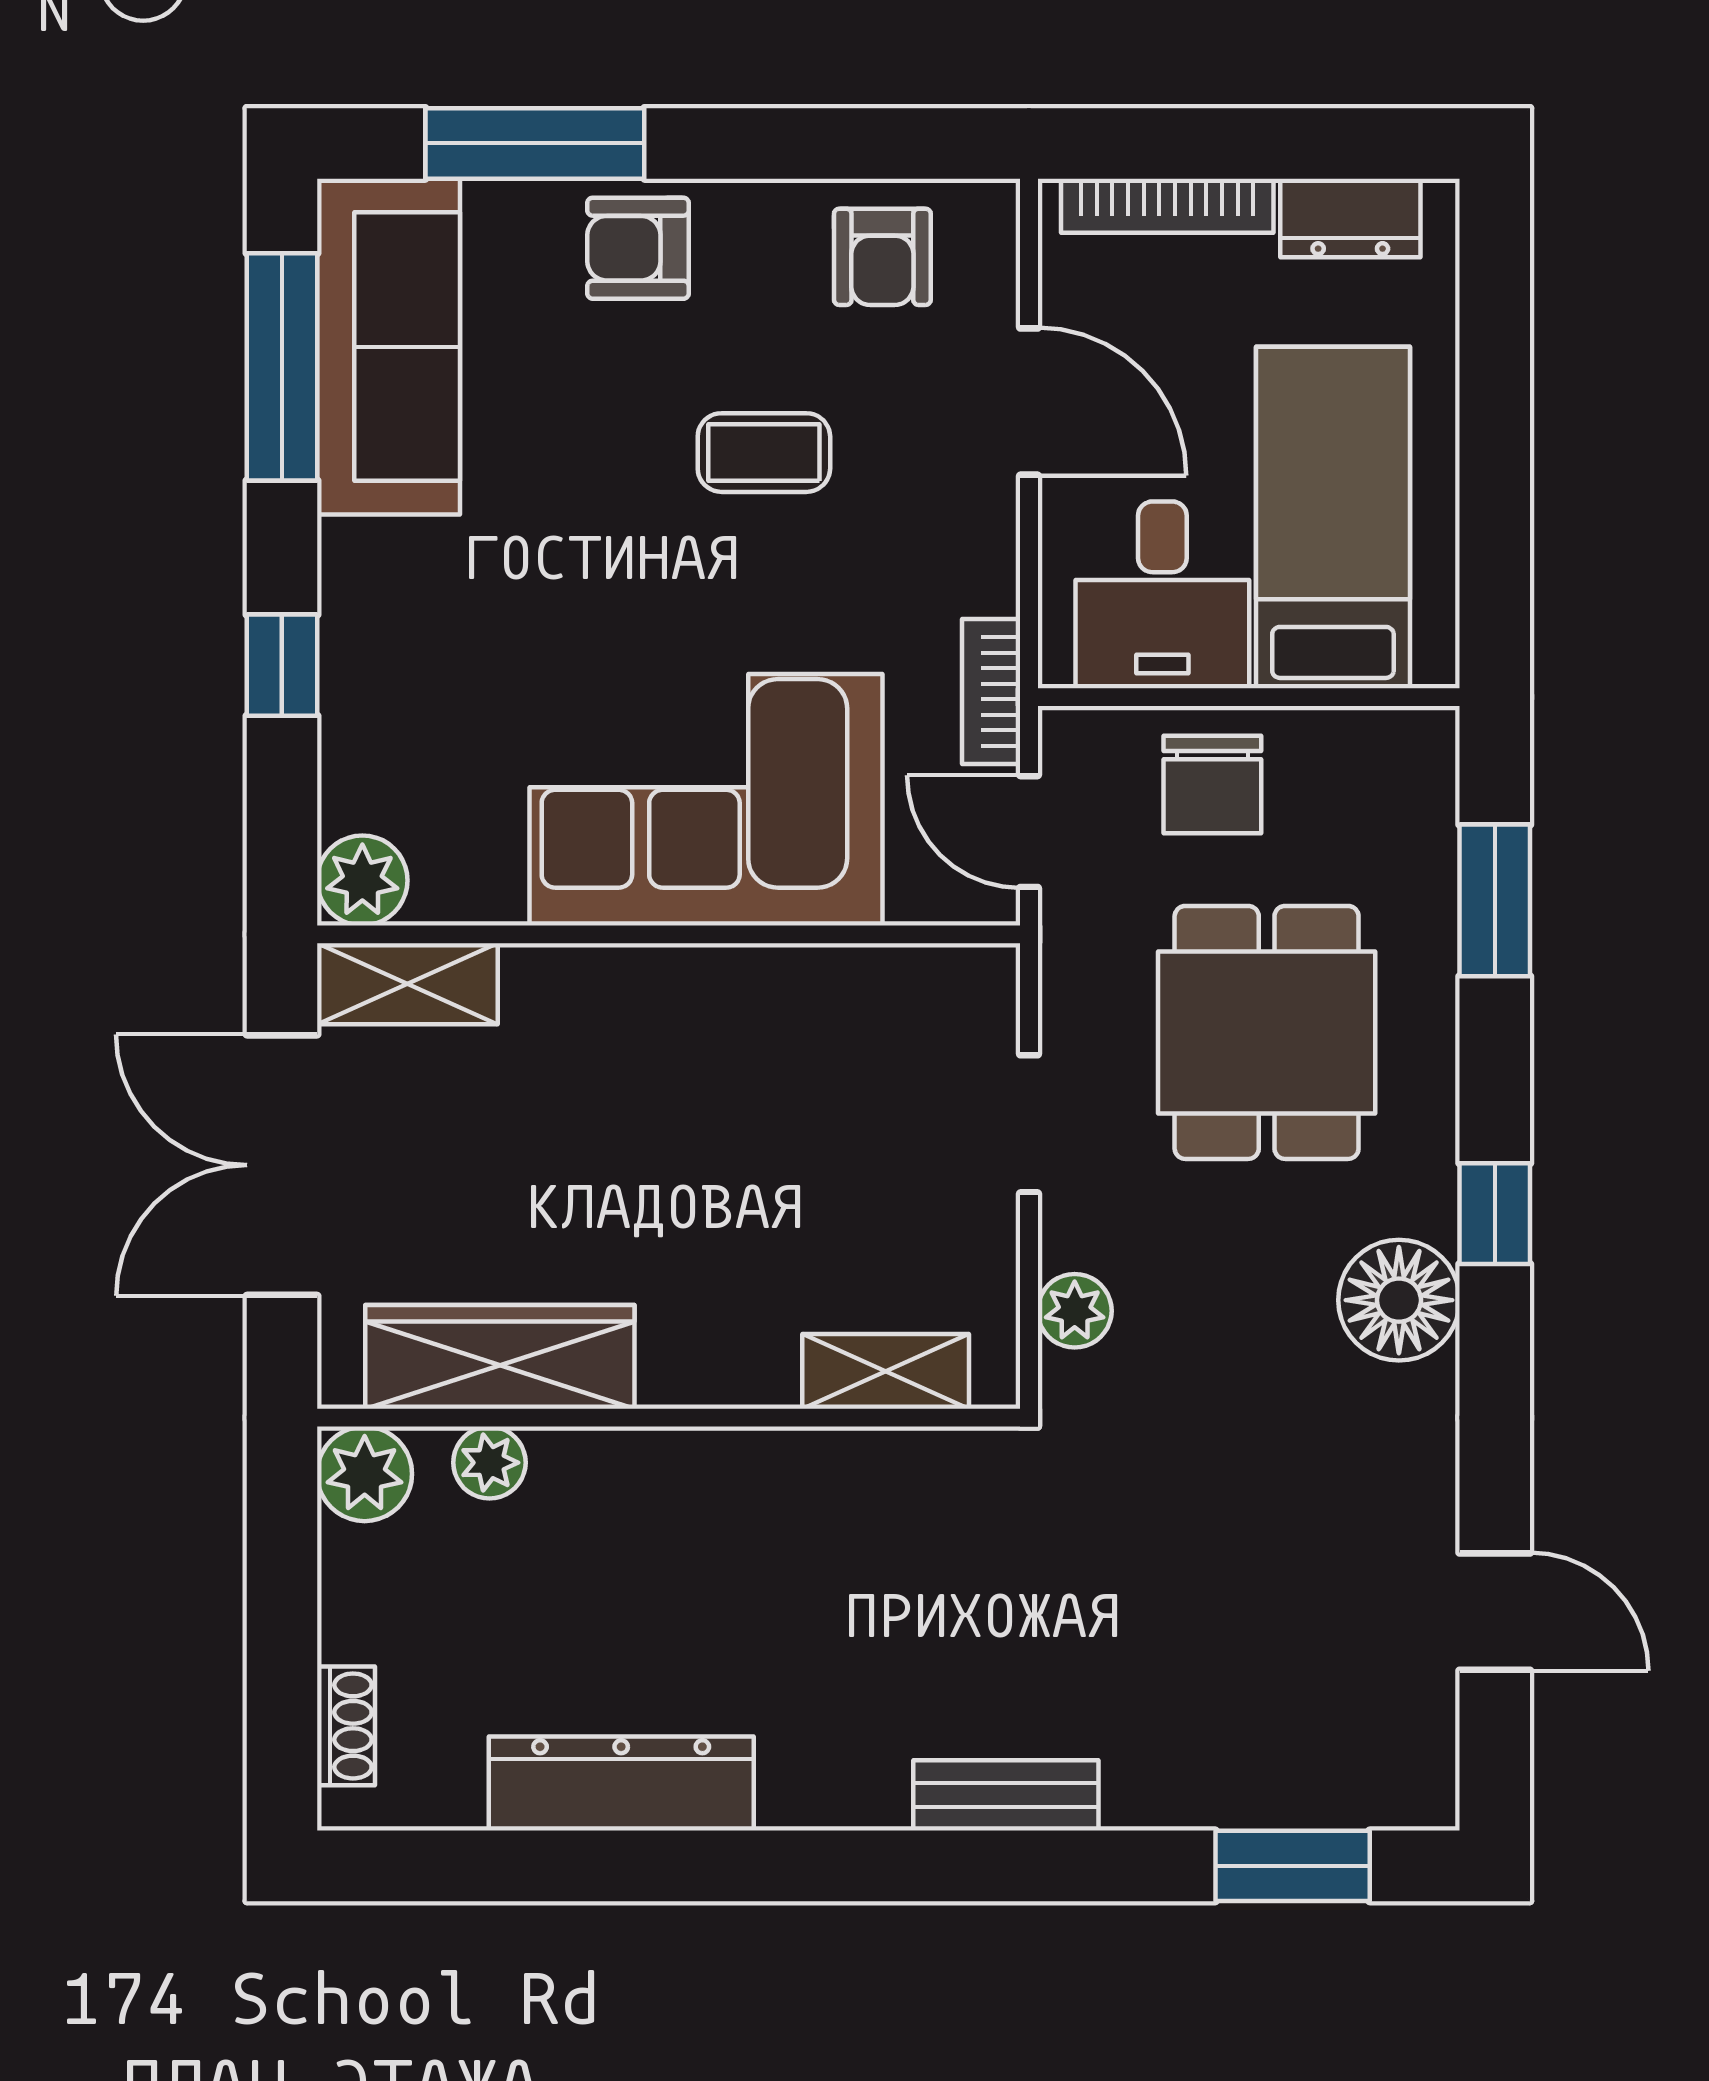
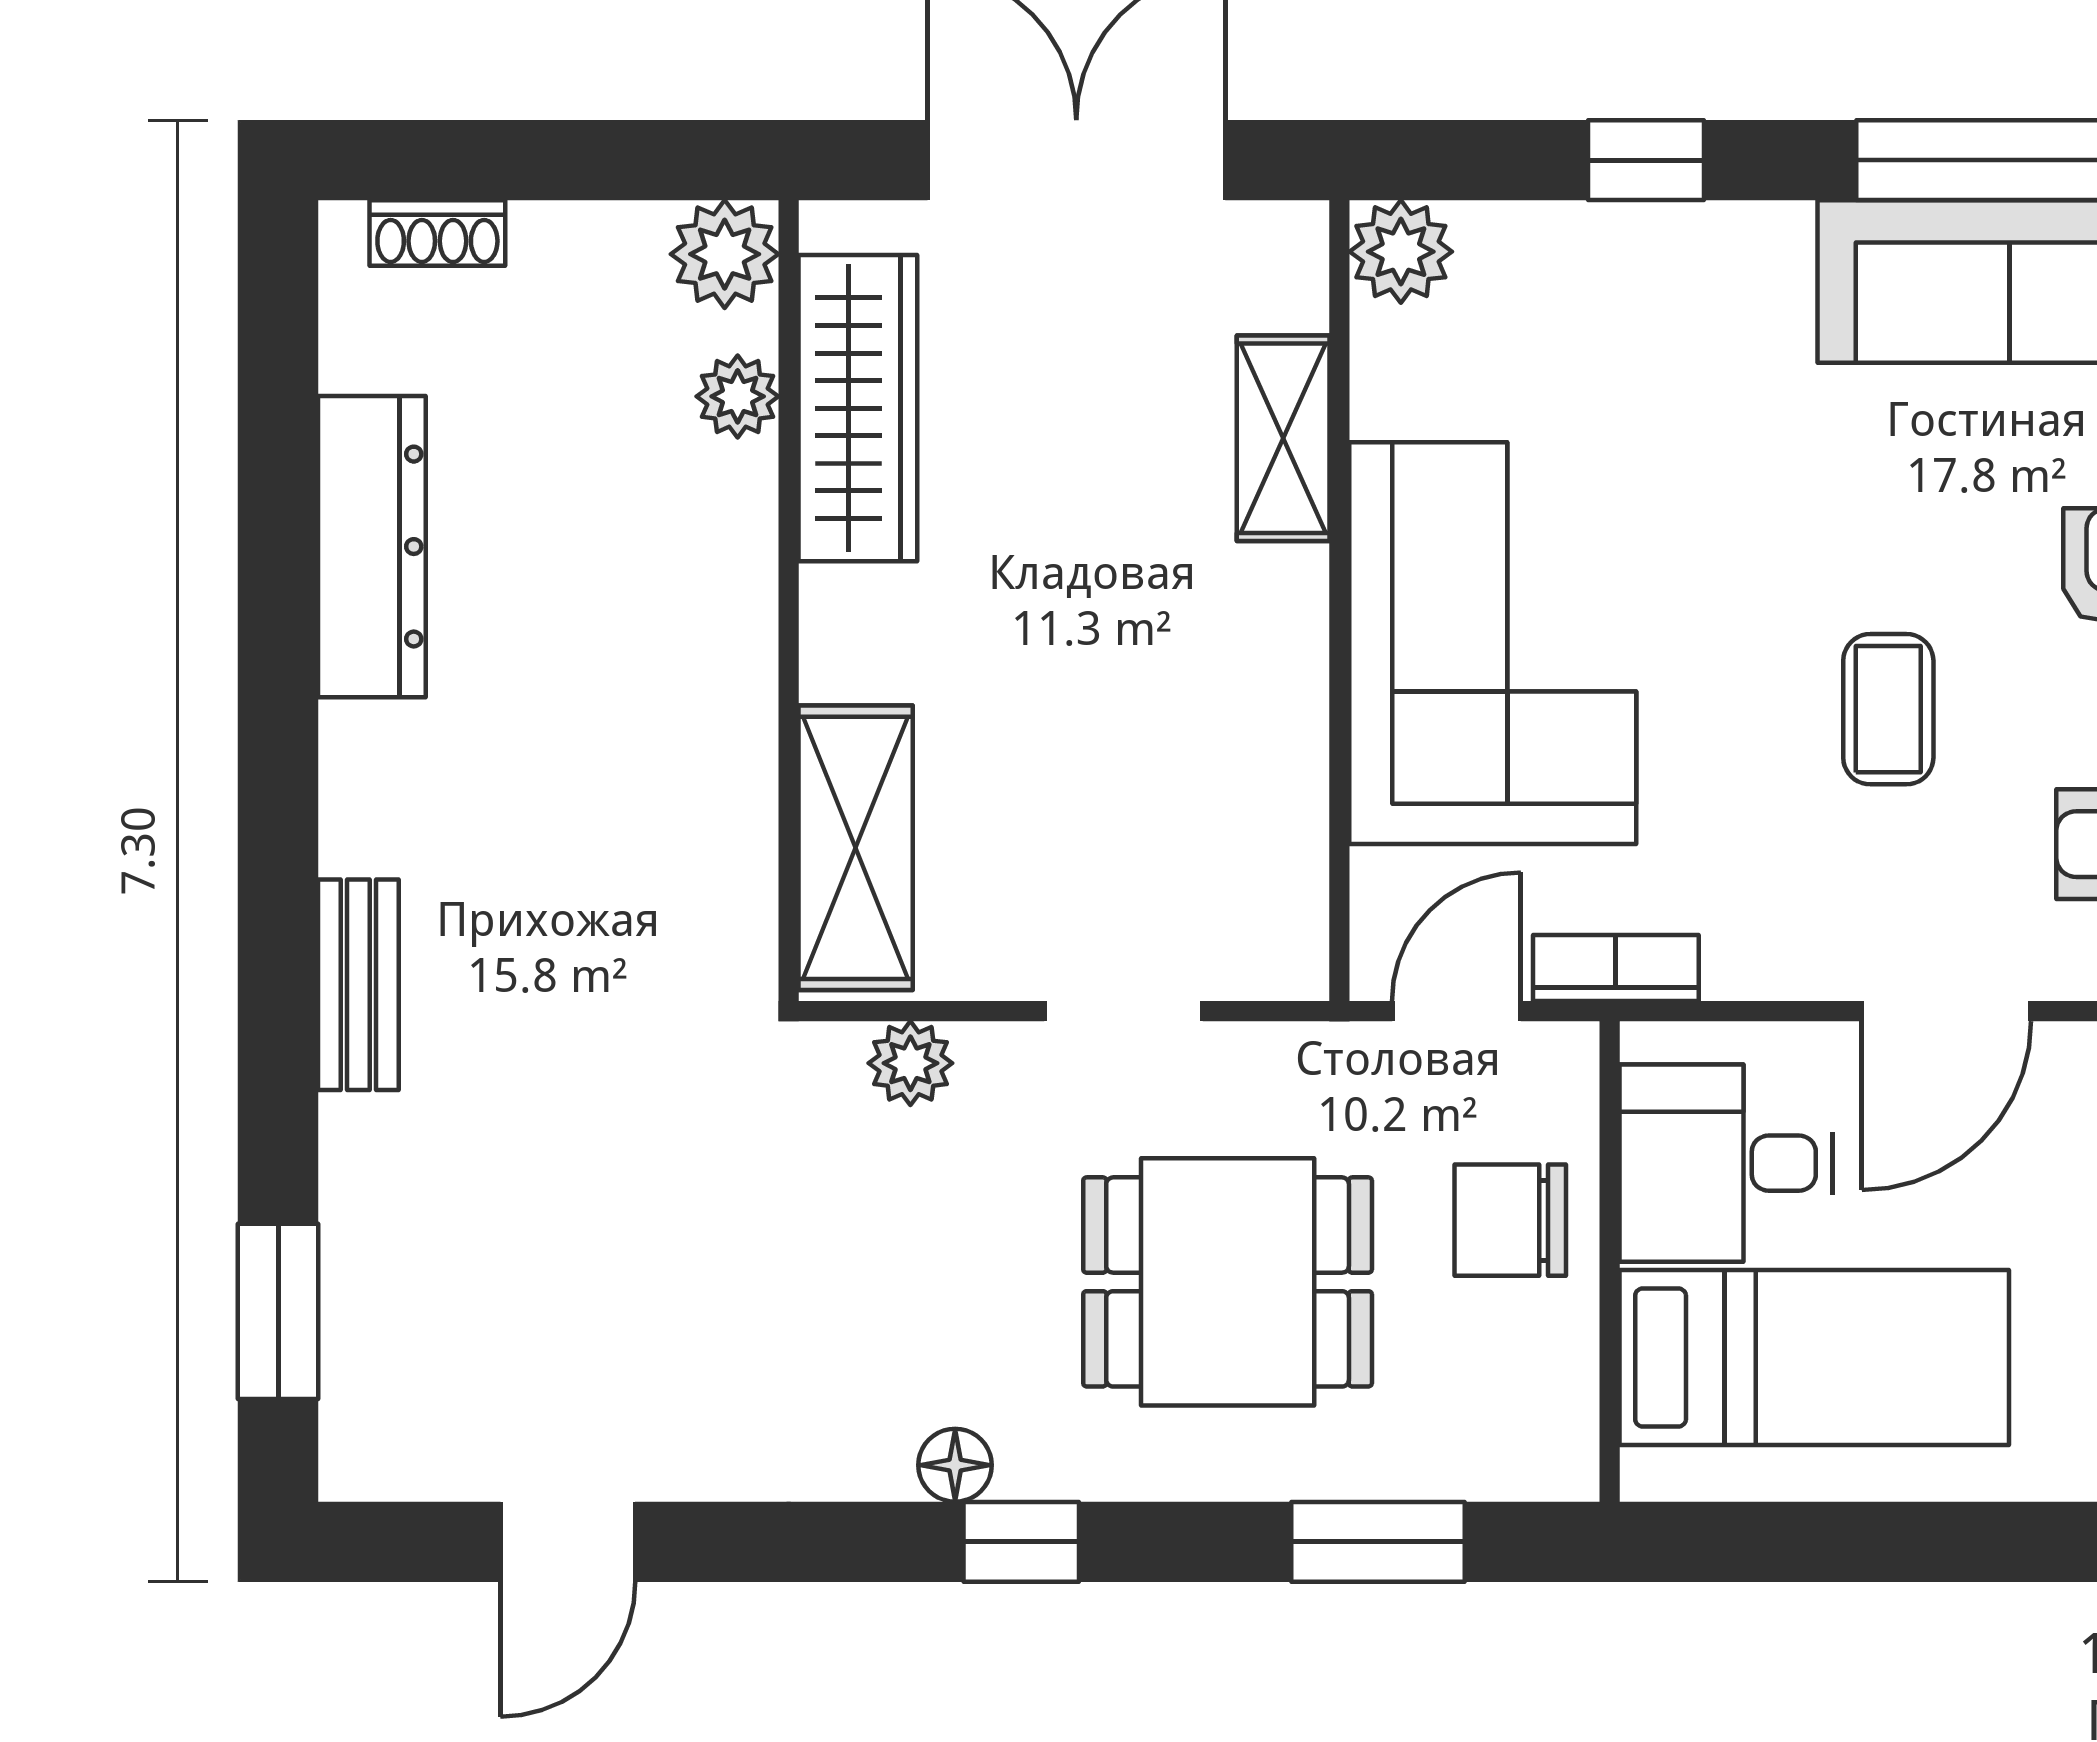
shelving: (407, 984) -> (1283, 438), moved
floor lamp: (1399, 1300) -> (955, 1465), width x0.53, depth x0.53
shelving: (886, 1371) -> (856, 848), width x1.50, depth x1.33

